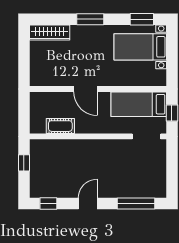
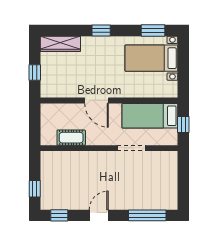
window: (90, 19) -> (101, 30), width x0.67
window: (24, 61) -> (35, 73), added
doorway: (147, 136) -> (131, 148), moved
window: (24, 163) -> (35, 189), moved

